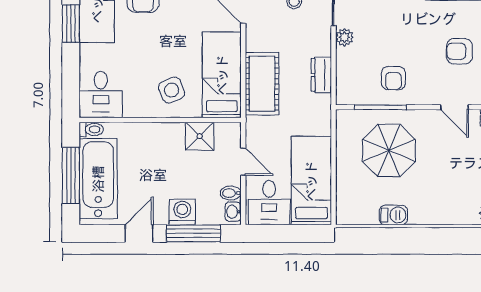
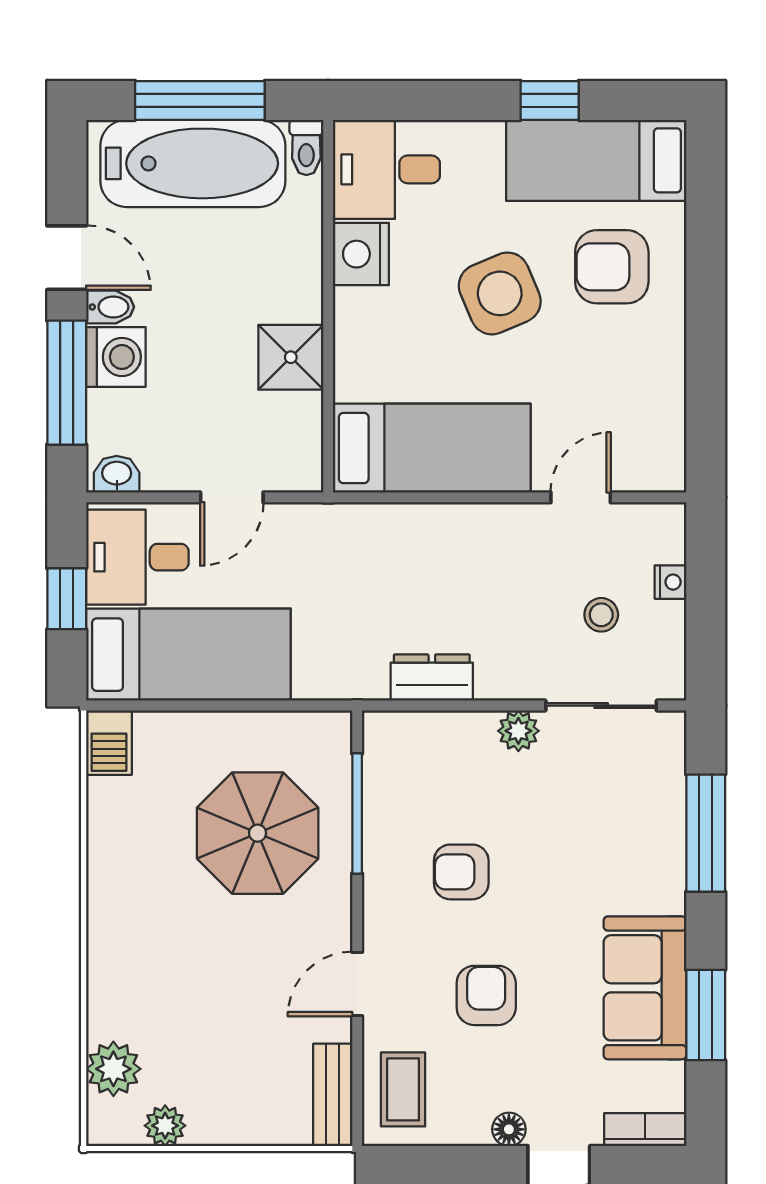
window: (71, 24) -> (550, 100), width x0.67
armchair: (393, 78) -> (461, 872), moved
cot: (262, 84) -> (411, 541), removed
side table: (172, 90) -> (500, 293), moved, width x1.37, depth x1.37
nightstand: (138, 106) -> (361, 254), added
shower: (200, 136) -> (291, 357), moved
bidet: (231, 193) -> (110, 307), moved, turned 90
barbecue: (393, 215) -> (109, 743), moved
window: (287, 233) -> (67, 599), added

